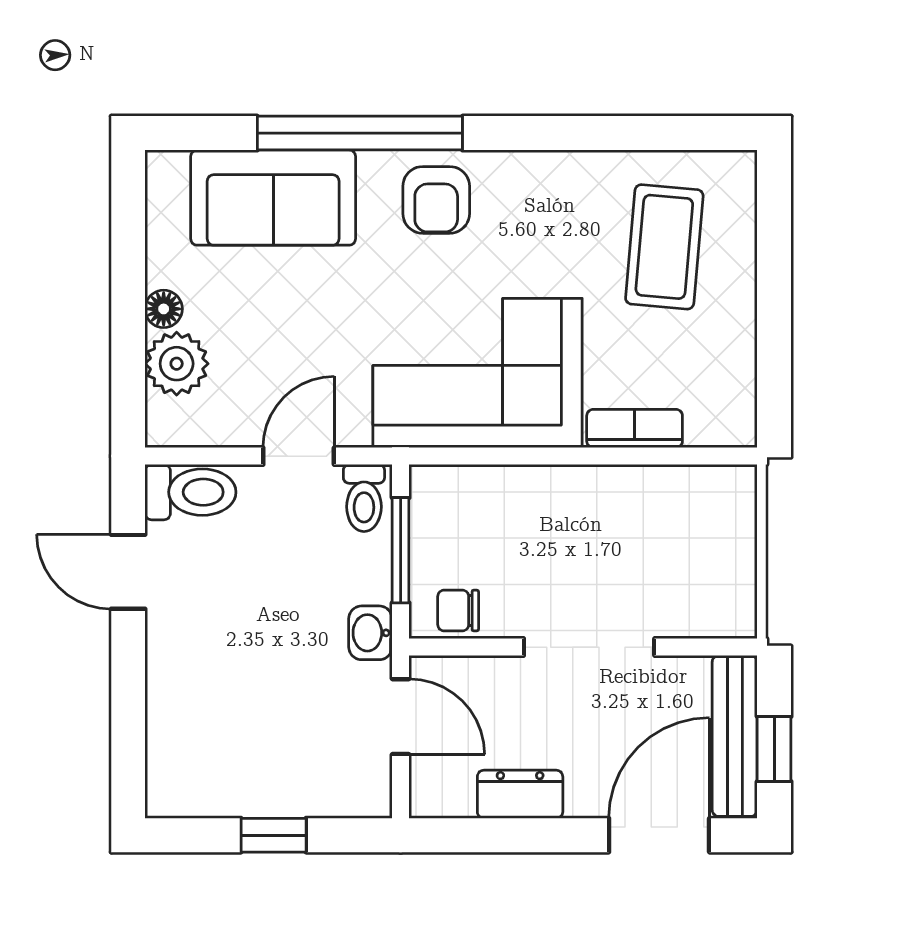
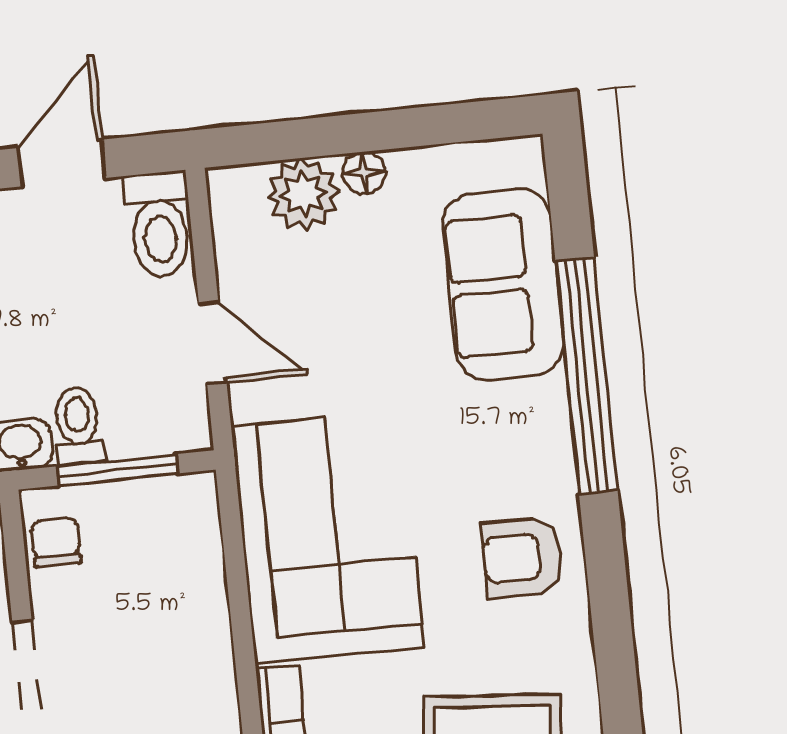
armchair: (436, 200) -> (522, 558), moved
toilet: (364, 498) -> (78, 426), moved, turned 90

